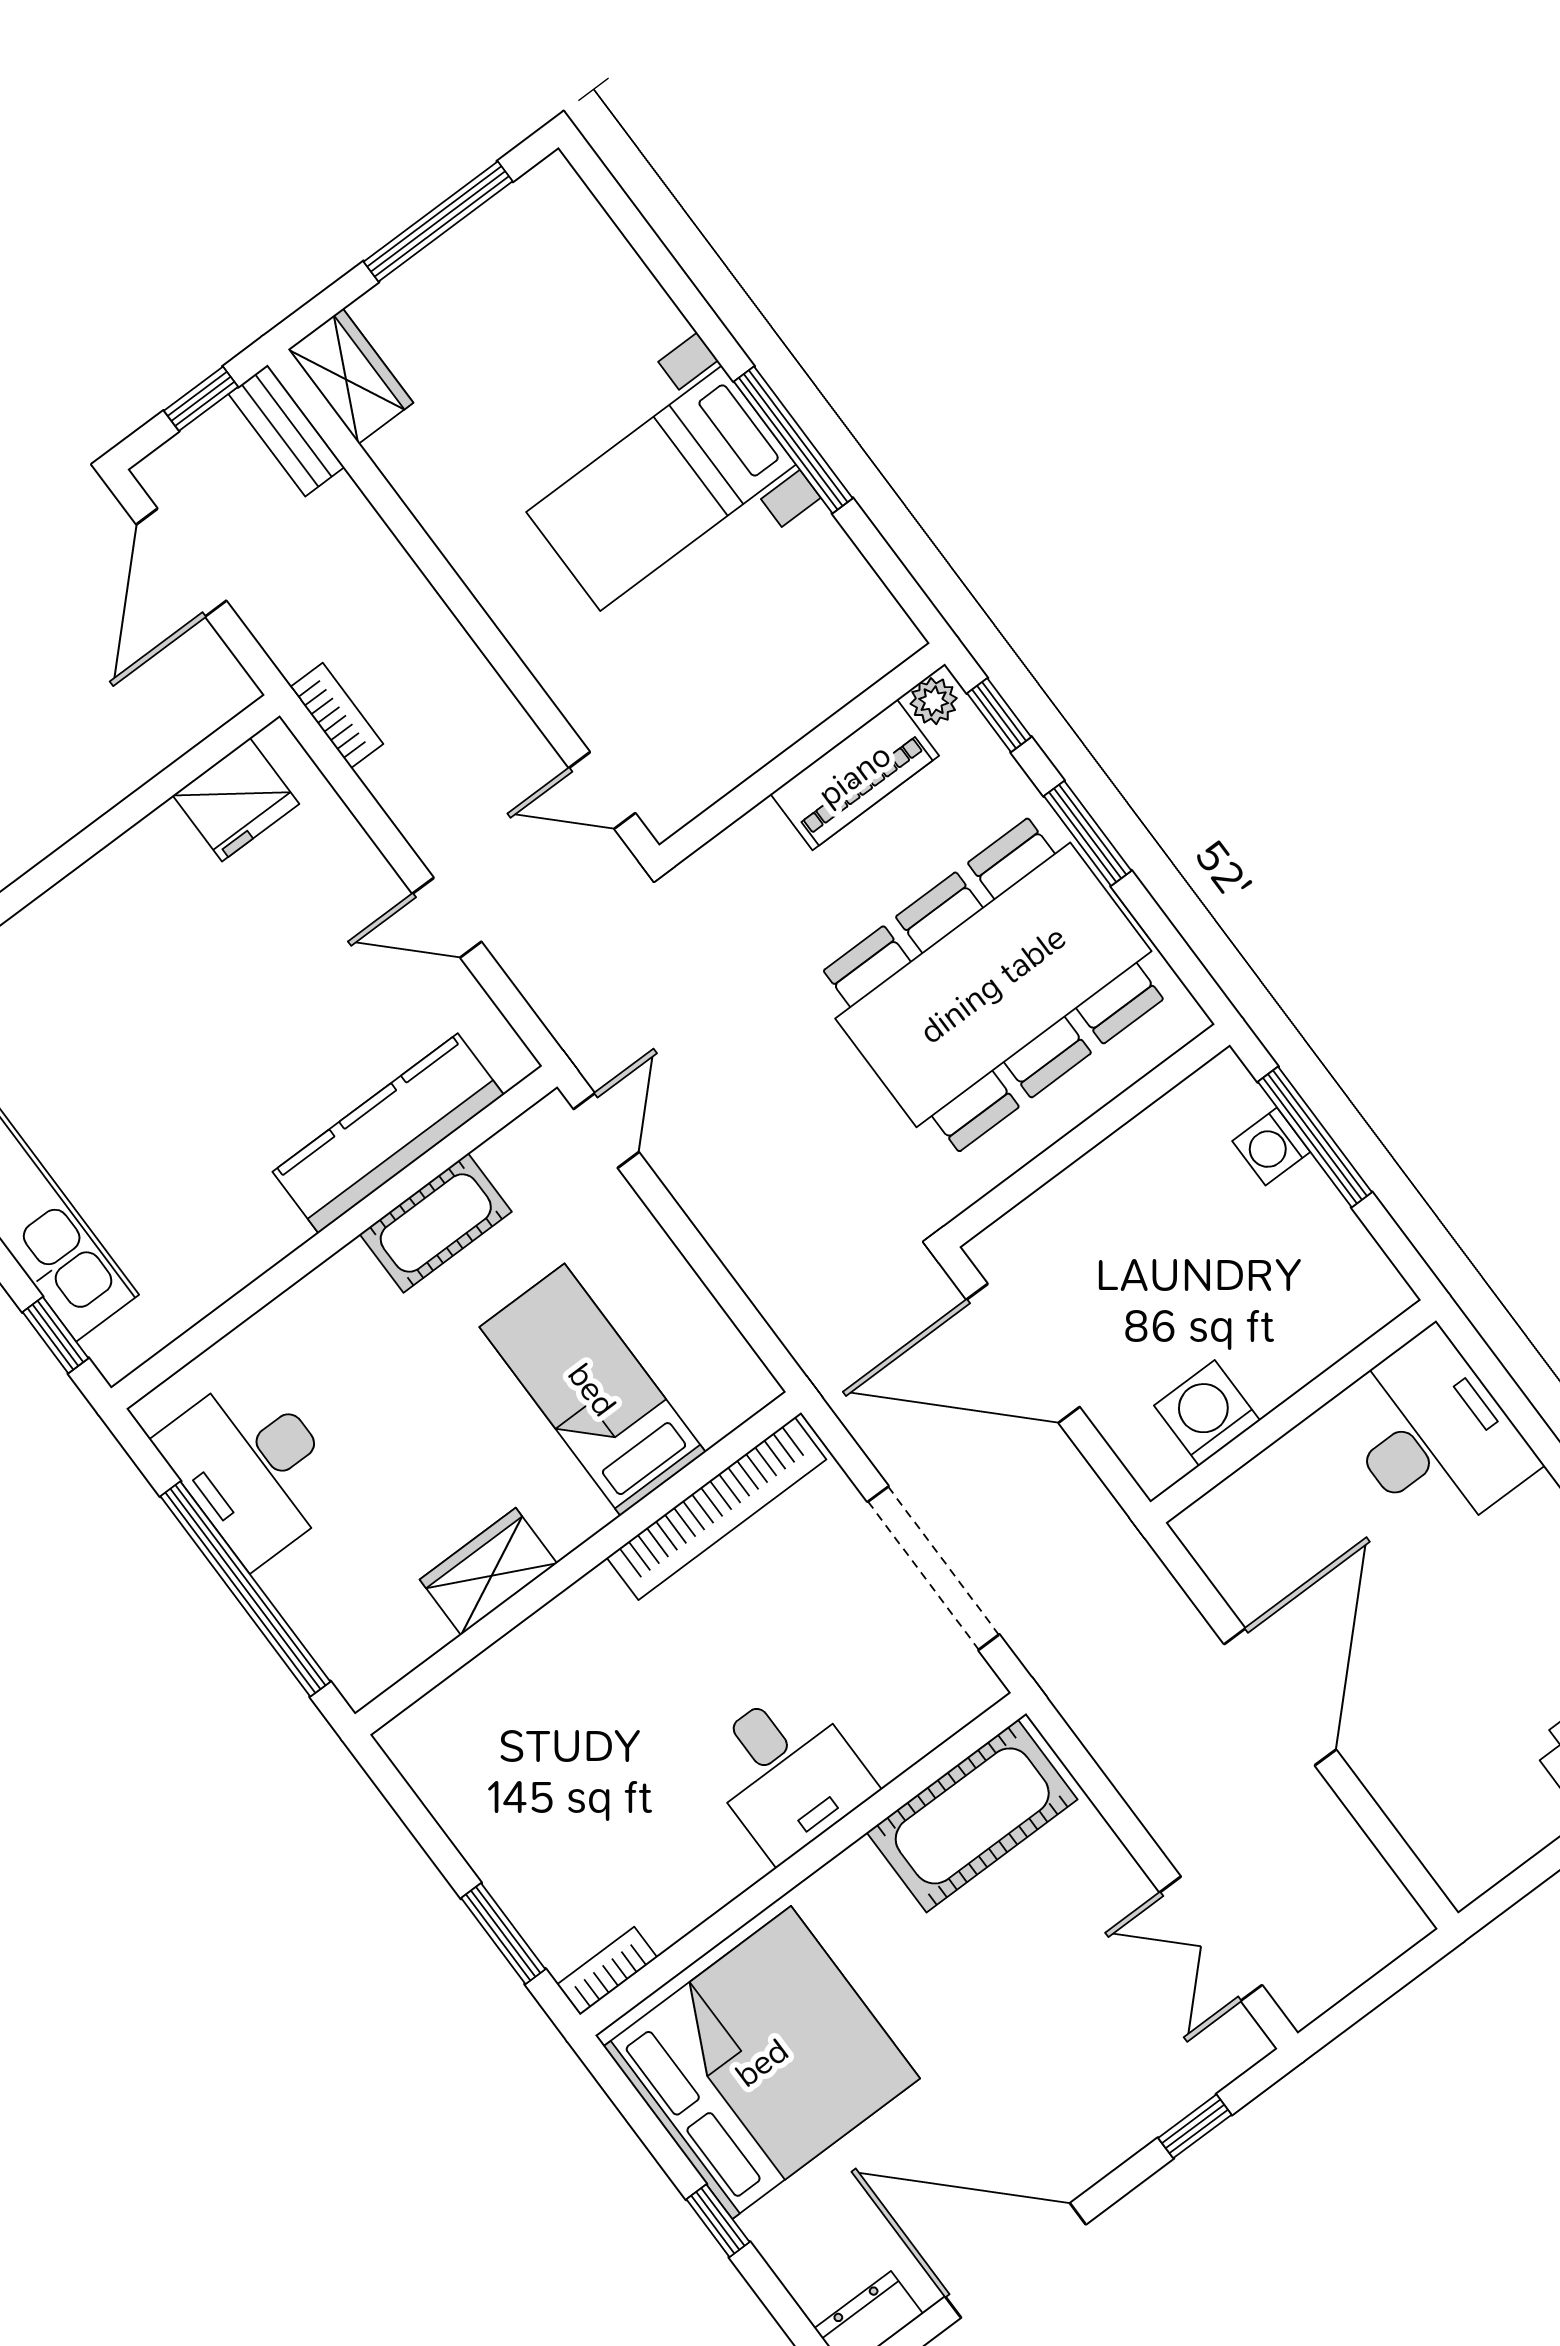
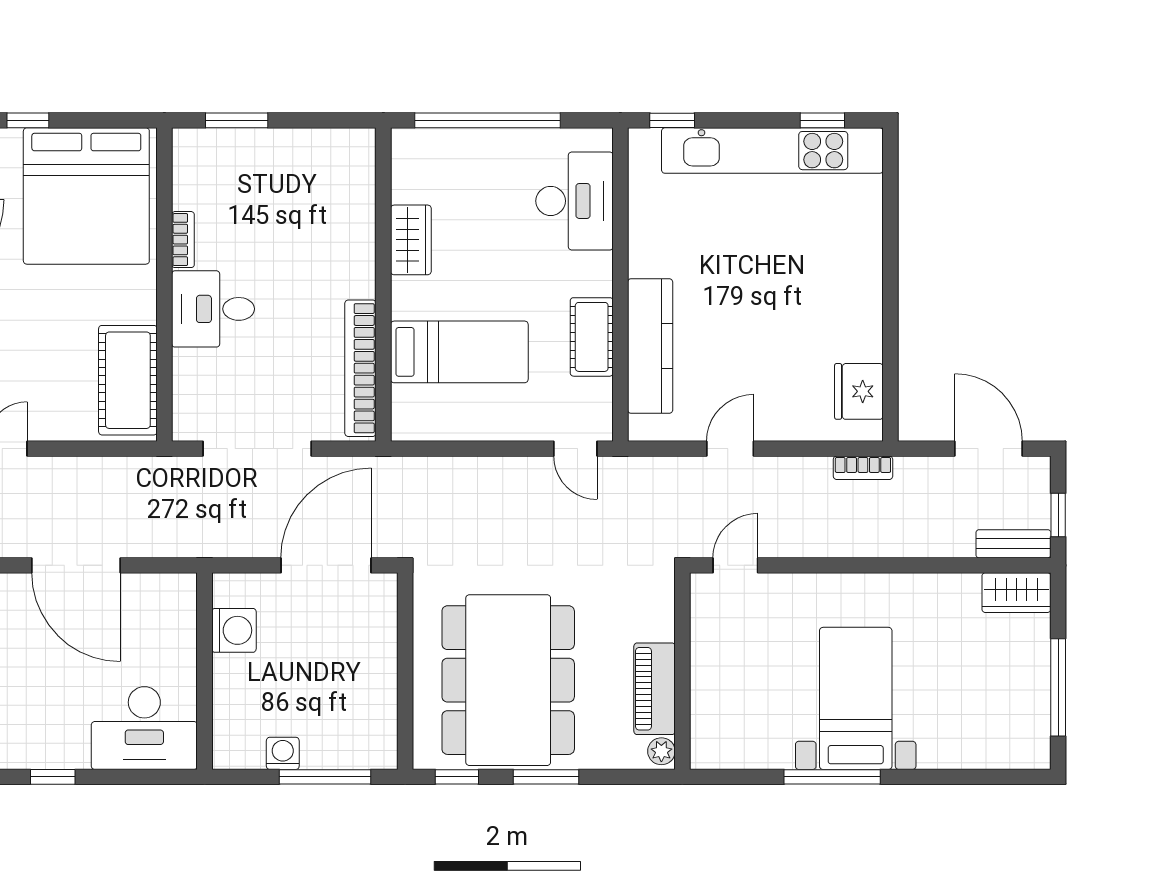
window: (999, 715) -> (457, 777), moved
washing machine: (1271, 1146) -> (283, 753), moved
desk: (252, 1467) -> (575, 201), moved, turned 90
bookcase: (607, 1971) -> (183, 240), moved

